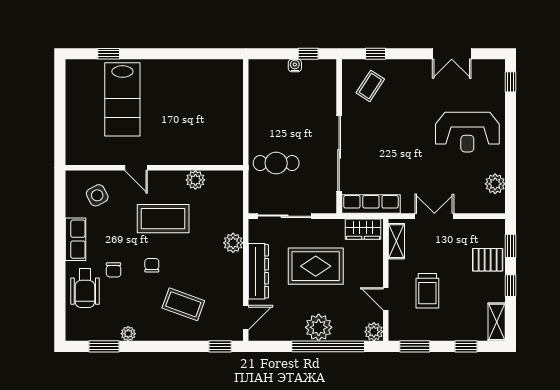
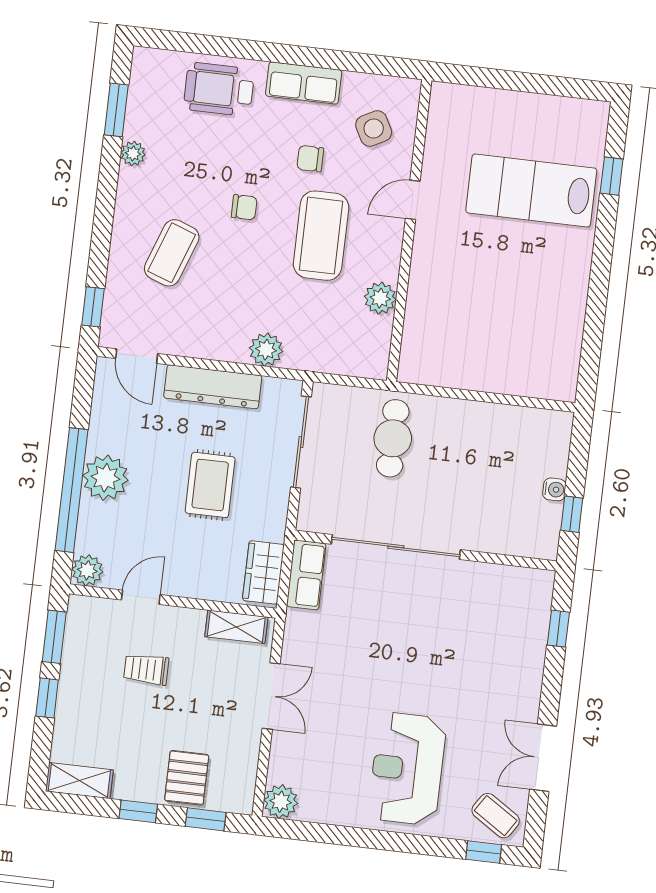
coffee table: (370, 86) -> (496, 816), moved
plant: (495, 184) -> (281, 802), moved
row of seats: (371, 204) -> (306, 575), width x0.68
rug: (316, 266) -> (210, 485), width x0.73, depth x0.70
chair: (114, 270) -> (310, 159), moved
trolley: (427, 291) -> (146, 669), width x0.73, depth x0.72
window: (466, 346) -> (47, 698), moved

